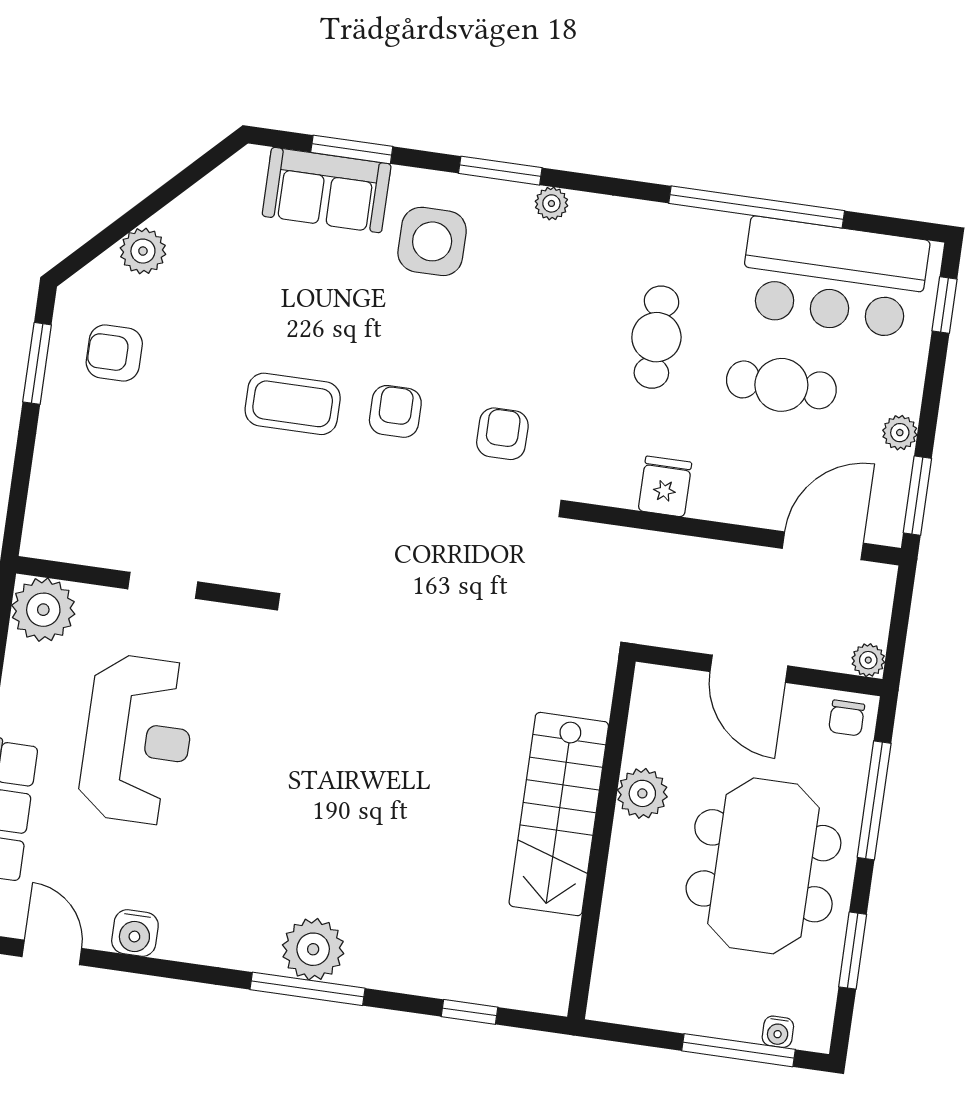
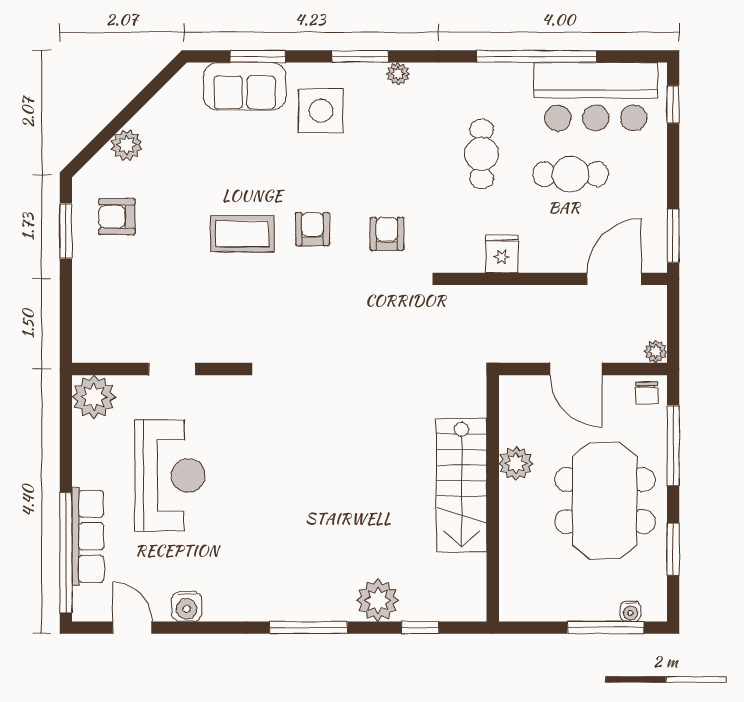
plant: (900, 433) -> (655, 195), removed
plant: (313, 949) -> (378, 600), moved

